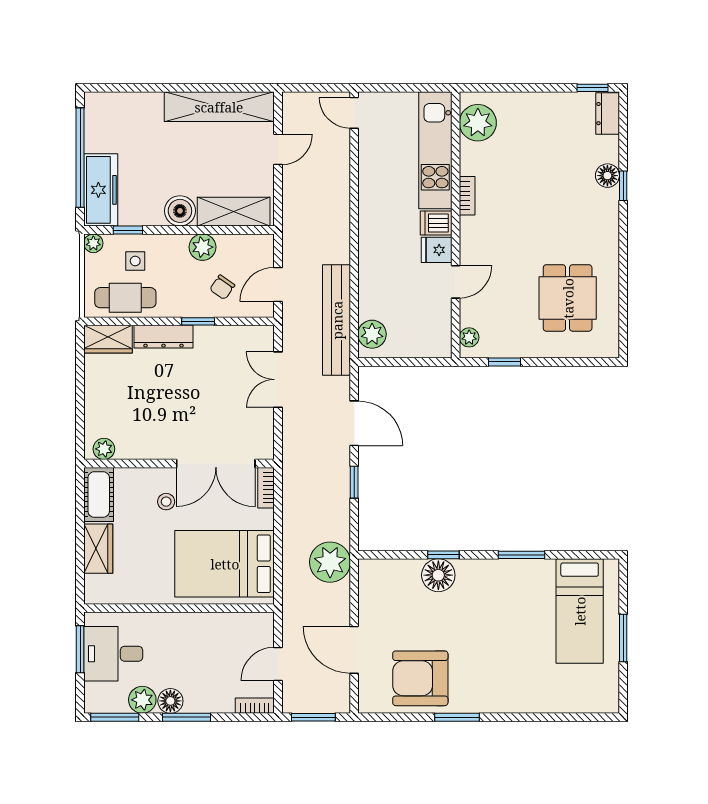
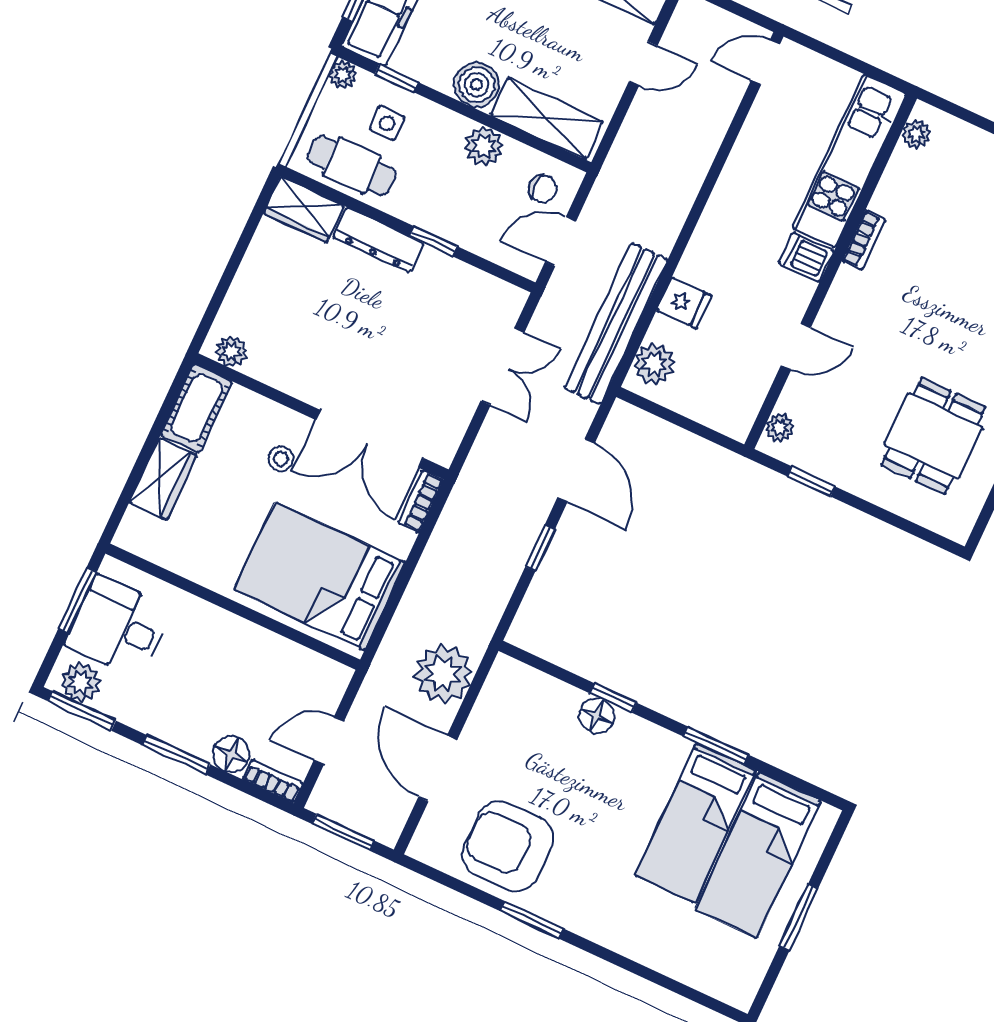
door: (354, 113) -> (766, 62), hinge flipped
plant: (478, 123) -> (916, 134), width x0.53, depth x0.53
fridge: (437, 250) -> (684, 303), moved, turned 180
chair: (222, 287) -> (543, 189), moved, turned -125
double door: (278, 380) -> (503, 366), swing flipped
plant: (330, 562) -> (443, 674), moved
floor lamp: (438, 575) -> (597, 716), width x0.73, depth x0.73
bed: (531, 609) -> (696, 823), added
plant: (142, 700) -> (80, 683), moved
floor lamp: (170, 701) -> (231, 754), moved

